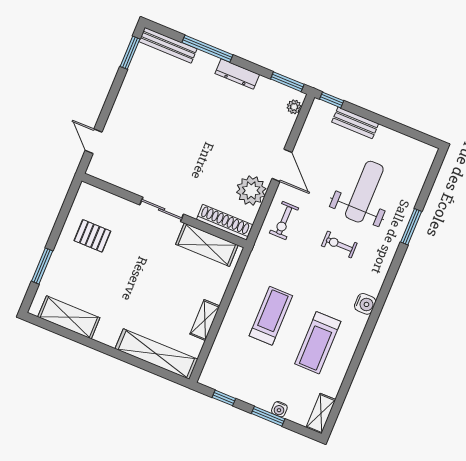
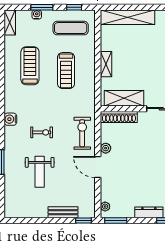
plant: (251, 191) -> (106, 148), width x0.53, depth x0.53
weight bench: (364, 192) -> (40, 172), width x0.73, depth x0.75
exercise bike: (284, 220) -> (82, 133), width x1.38, depth x1.39
water cooler: (365, 304) -> (10, 119), moved
shelving: (205, 320) -> (106, 64), moved
exercise mat: (240, 371) -> (71, 28), added

